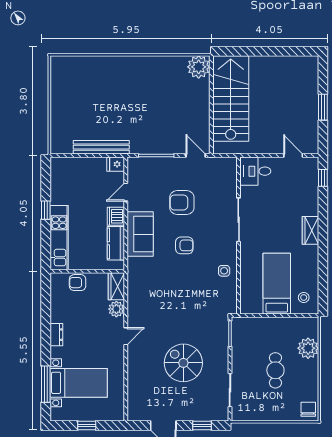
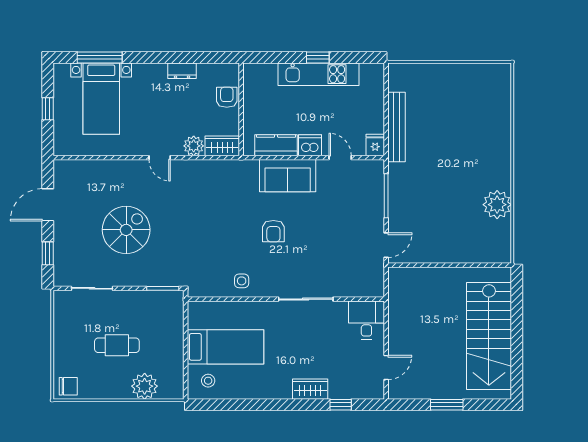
plant: (199, 67) -> (497, 205), moved
stairs: (231, 98) -> (489, 336), moved, turned 90
window: (323, 178) -> (341, 405), moved
armchair: (182, 203) -> (327, 228), removed
wardrobe: (310, 230) -> (310, 389), moved
kitchen unit: (59, 238) -> (318, 74), moved
dresser: (56, 335) -> (182, 71), moved

